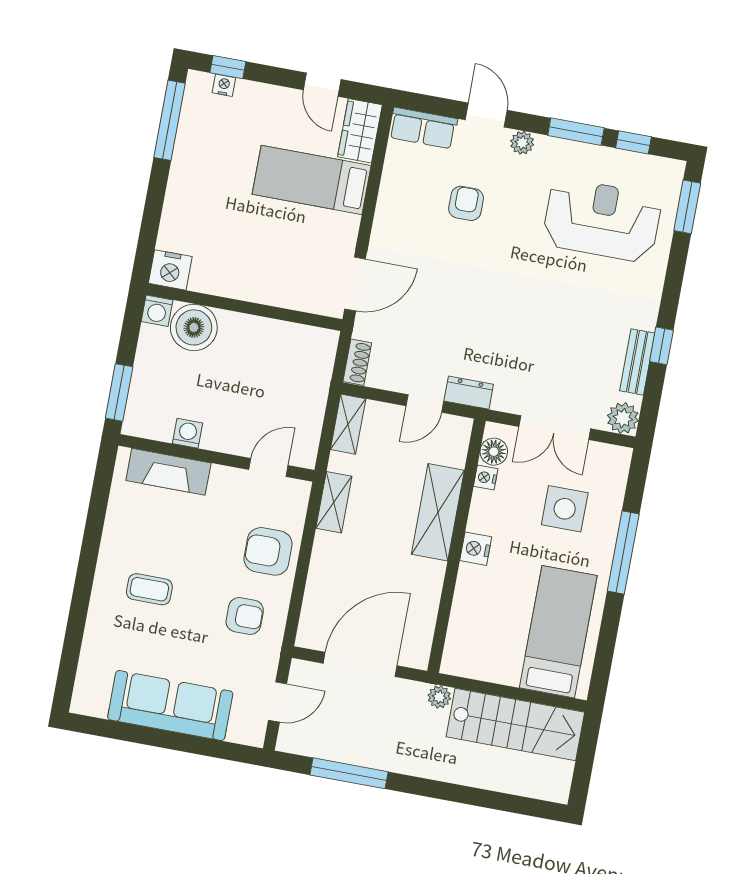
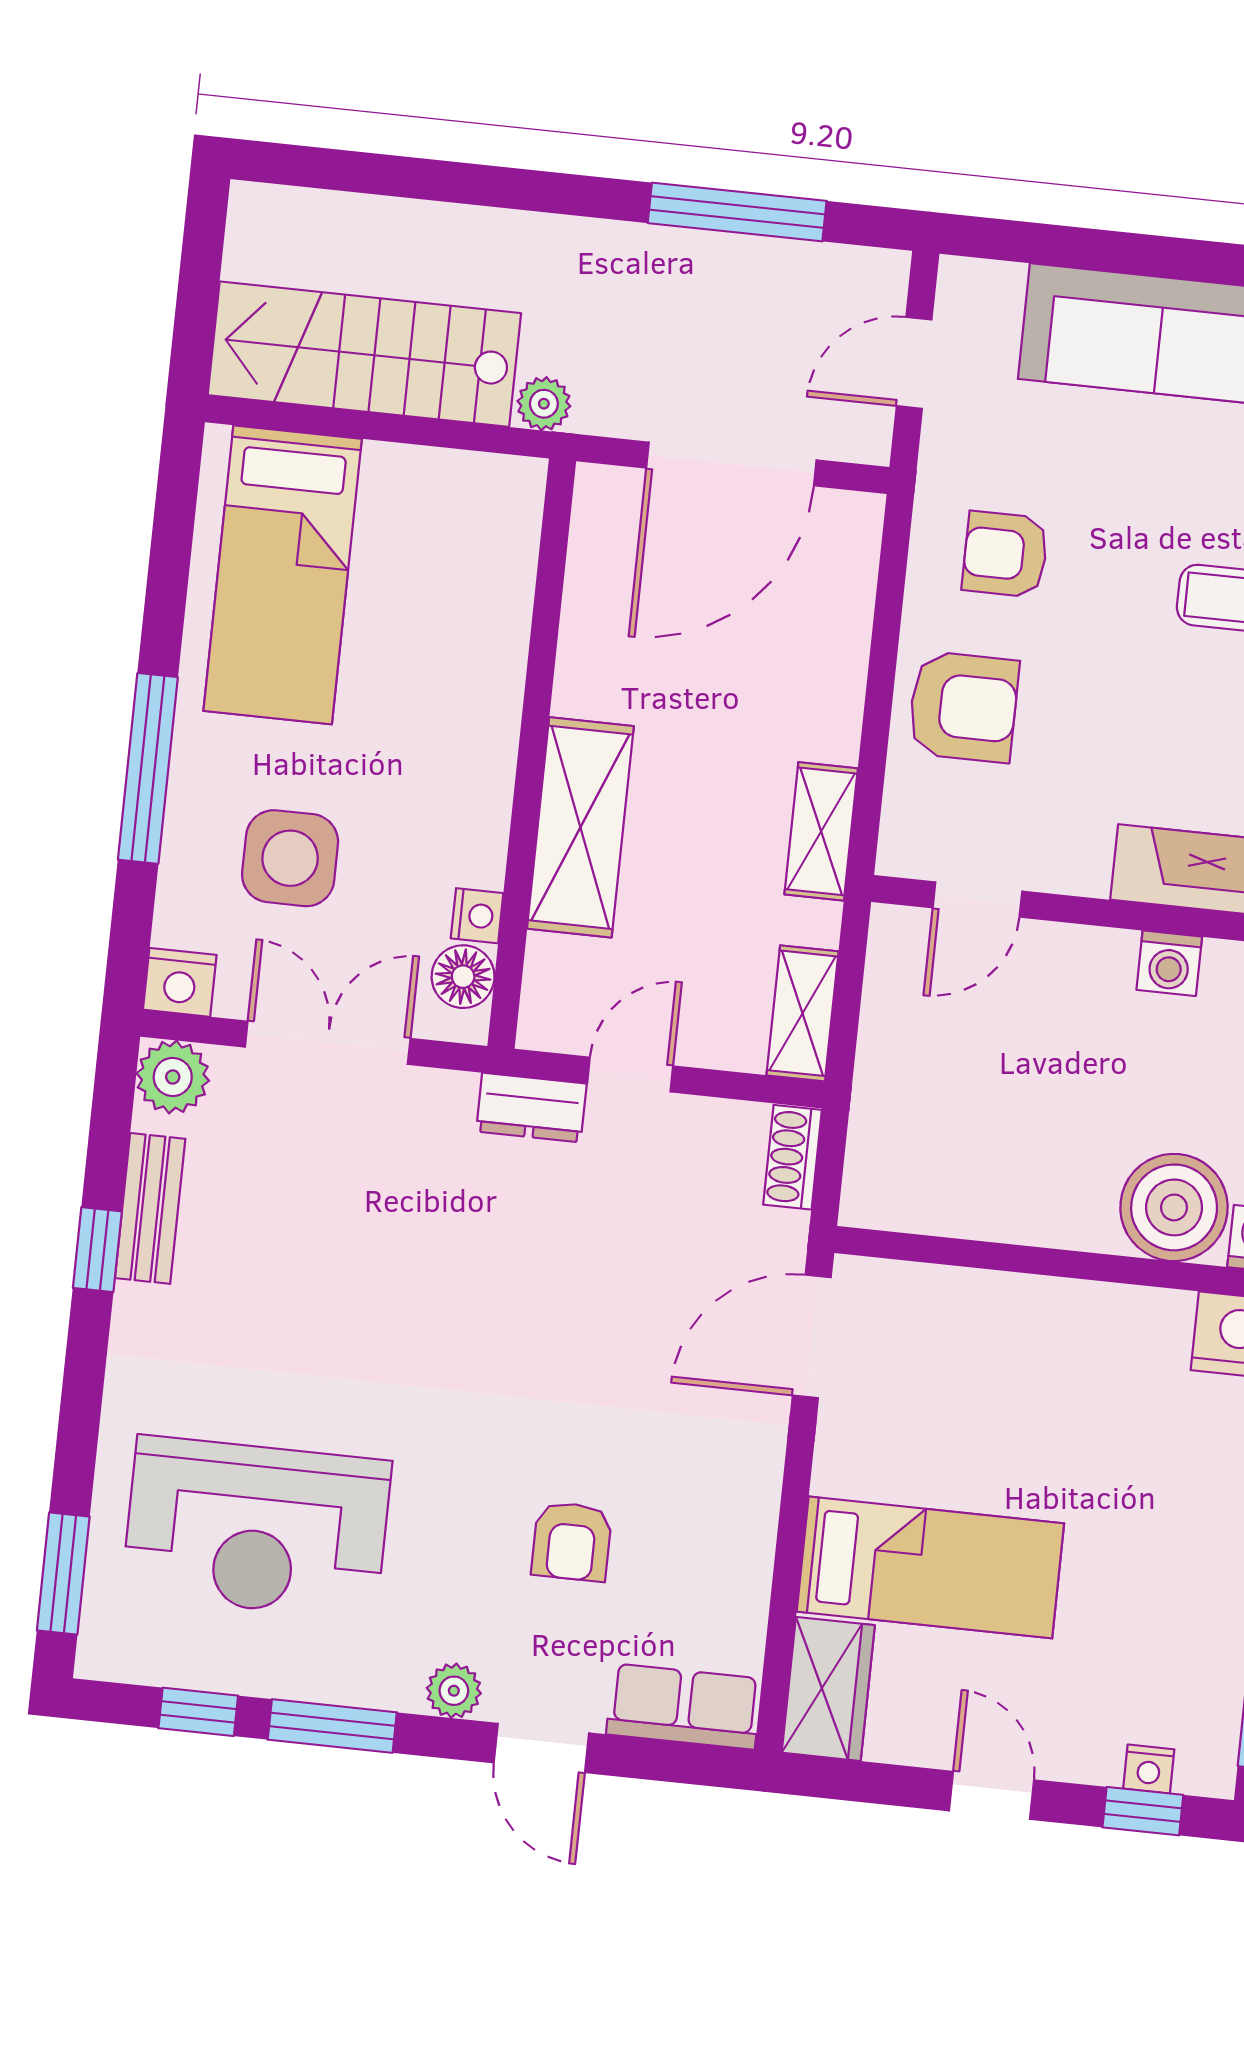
door: (322, 85) -> (991, 1795), moved
nightstand: (476, 549) -> (180, 982), moved, turned 90

